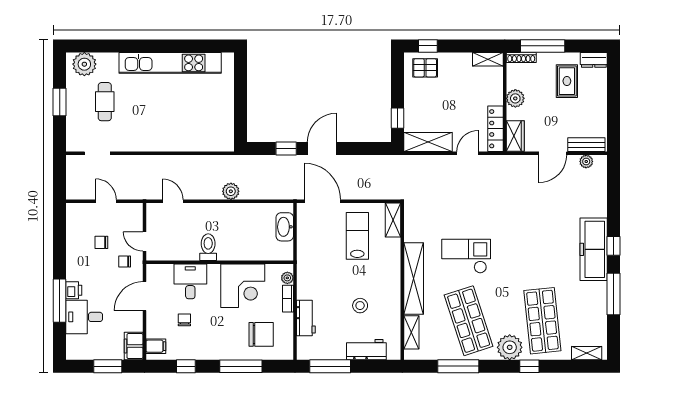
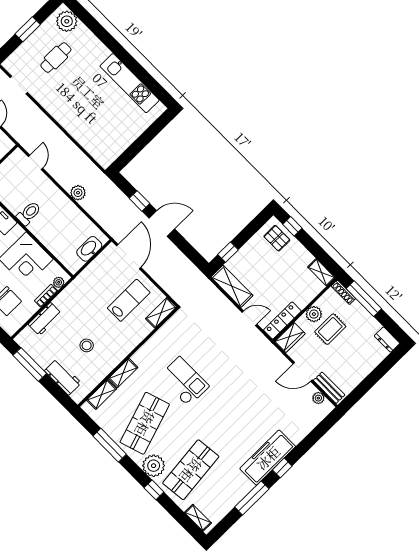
kitchen unit: (170, 63) -> (130, 83), width x0.73
rug: (567, 81) -> (330, 329), moved
shelving: (414, 279) -> (123, 373), width x0.45, depth x0.75

